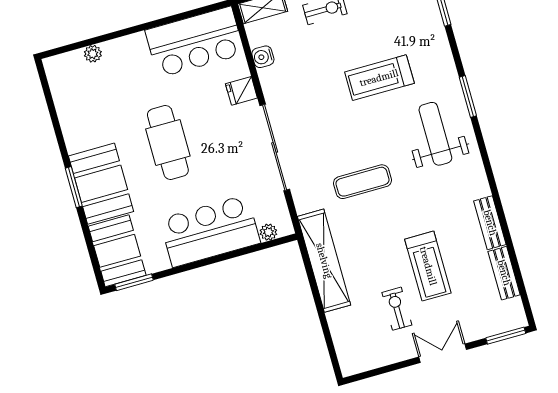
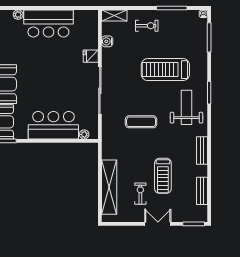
bar counter: (195, 42) -> (48, 23), moved
treadmill: (379, 78) -> (165, 70), width x1.37, depth x1.38
cafe table: (168, 142) -> (44, 72), removed
bench: (490, 223) -> (202, 151), moved
shelving: (324, 261) -> (109, 187), moved

